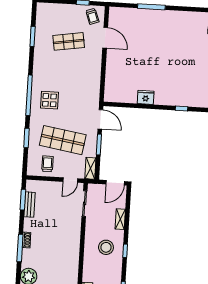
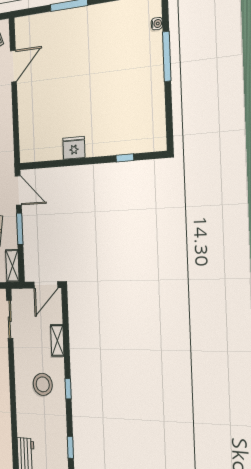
door: (105, 38) -> (13, 66), hinge flipped

